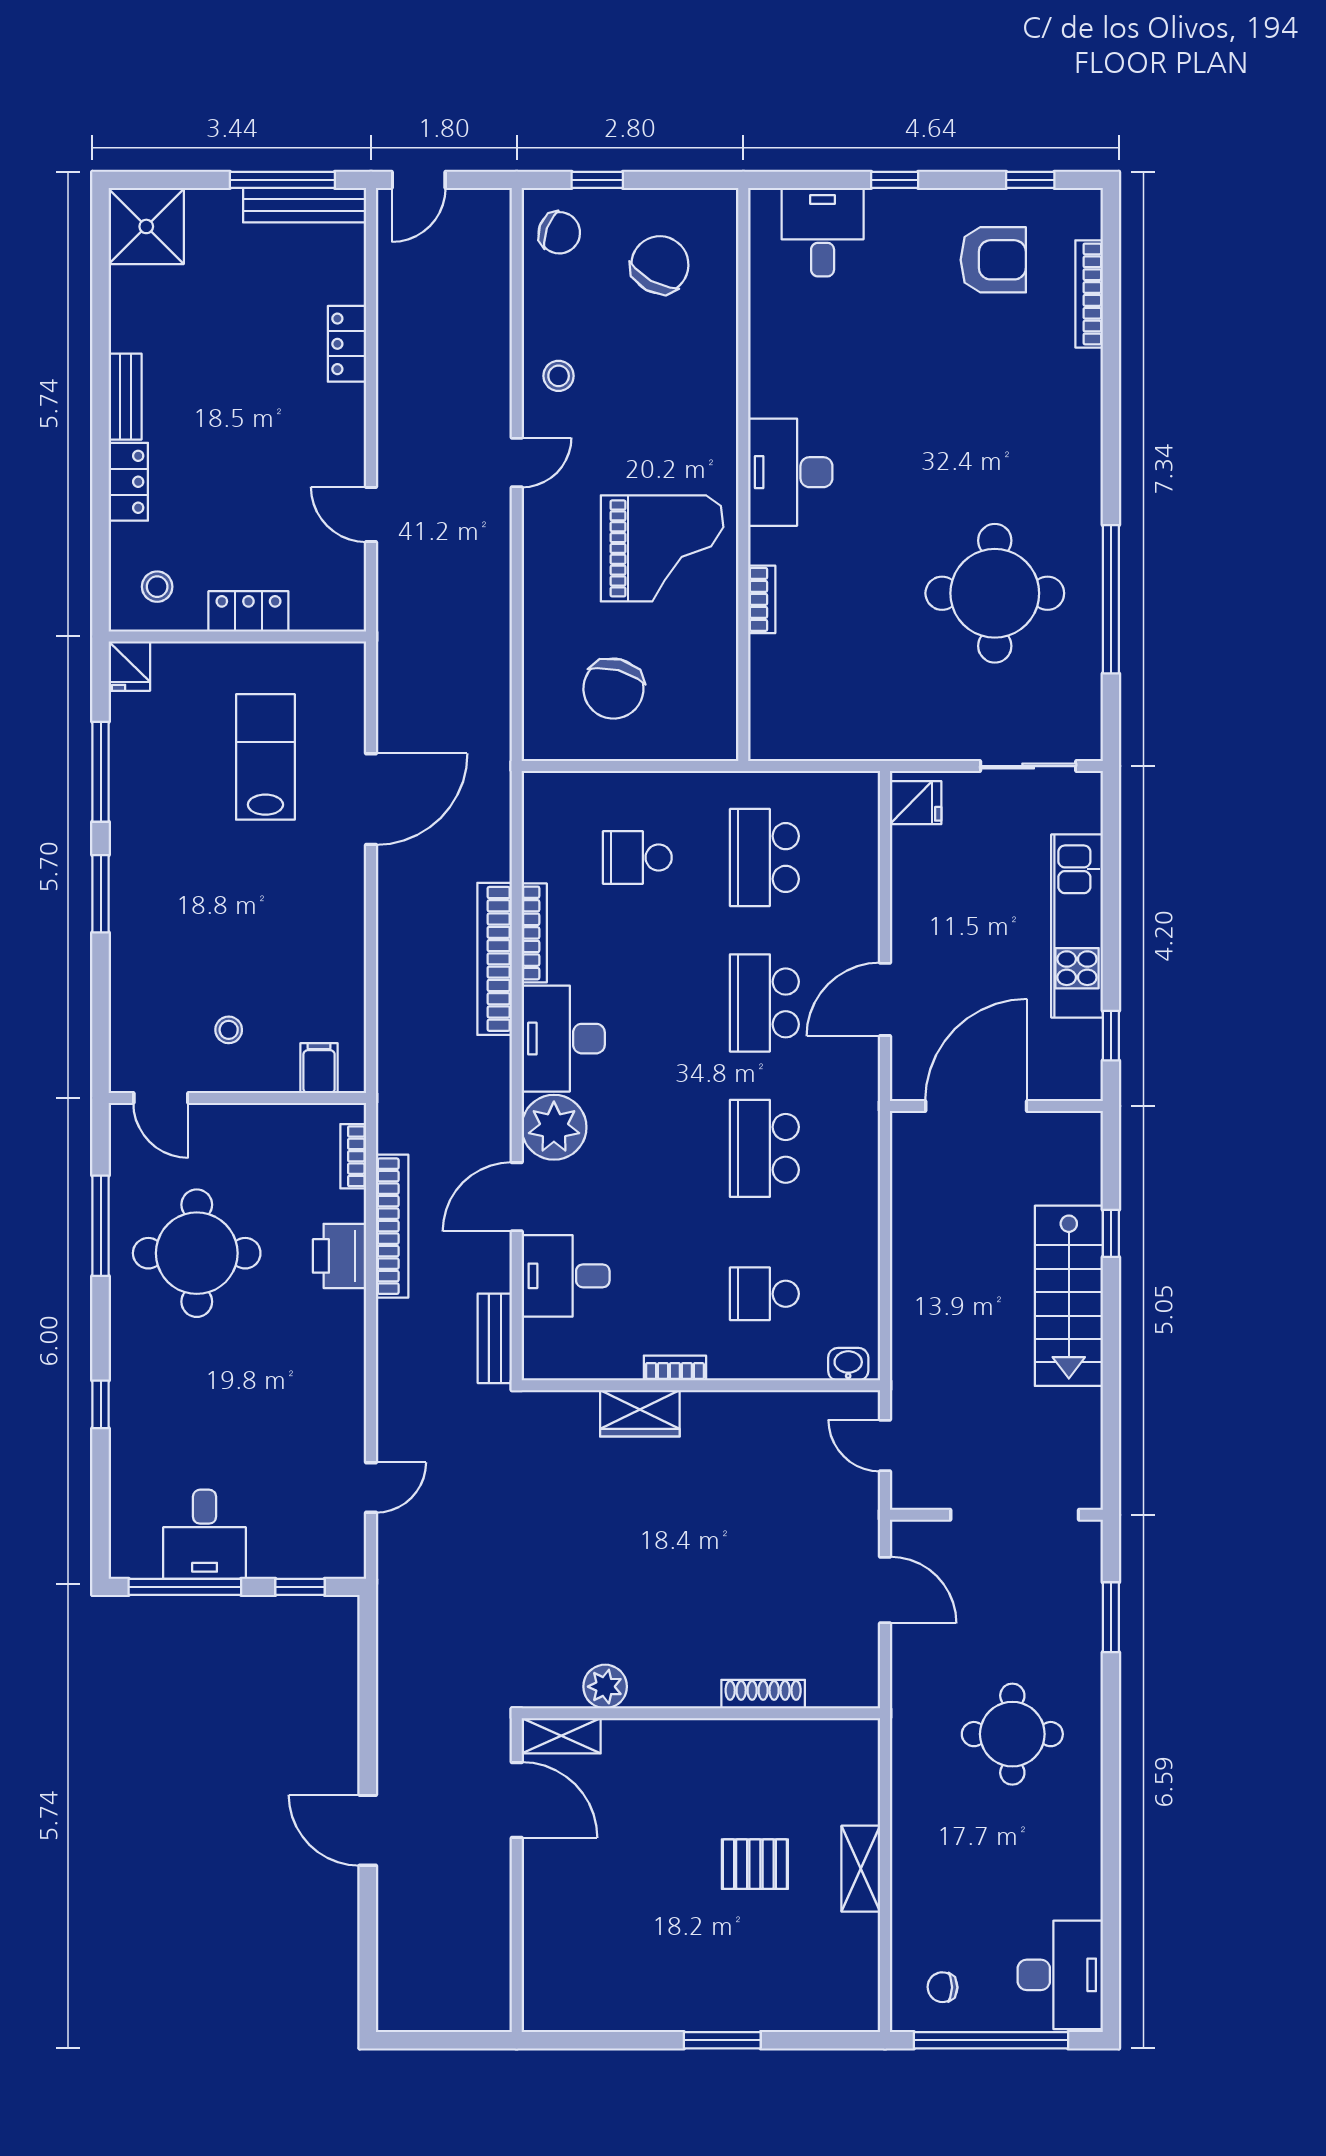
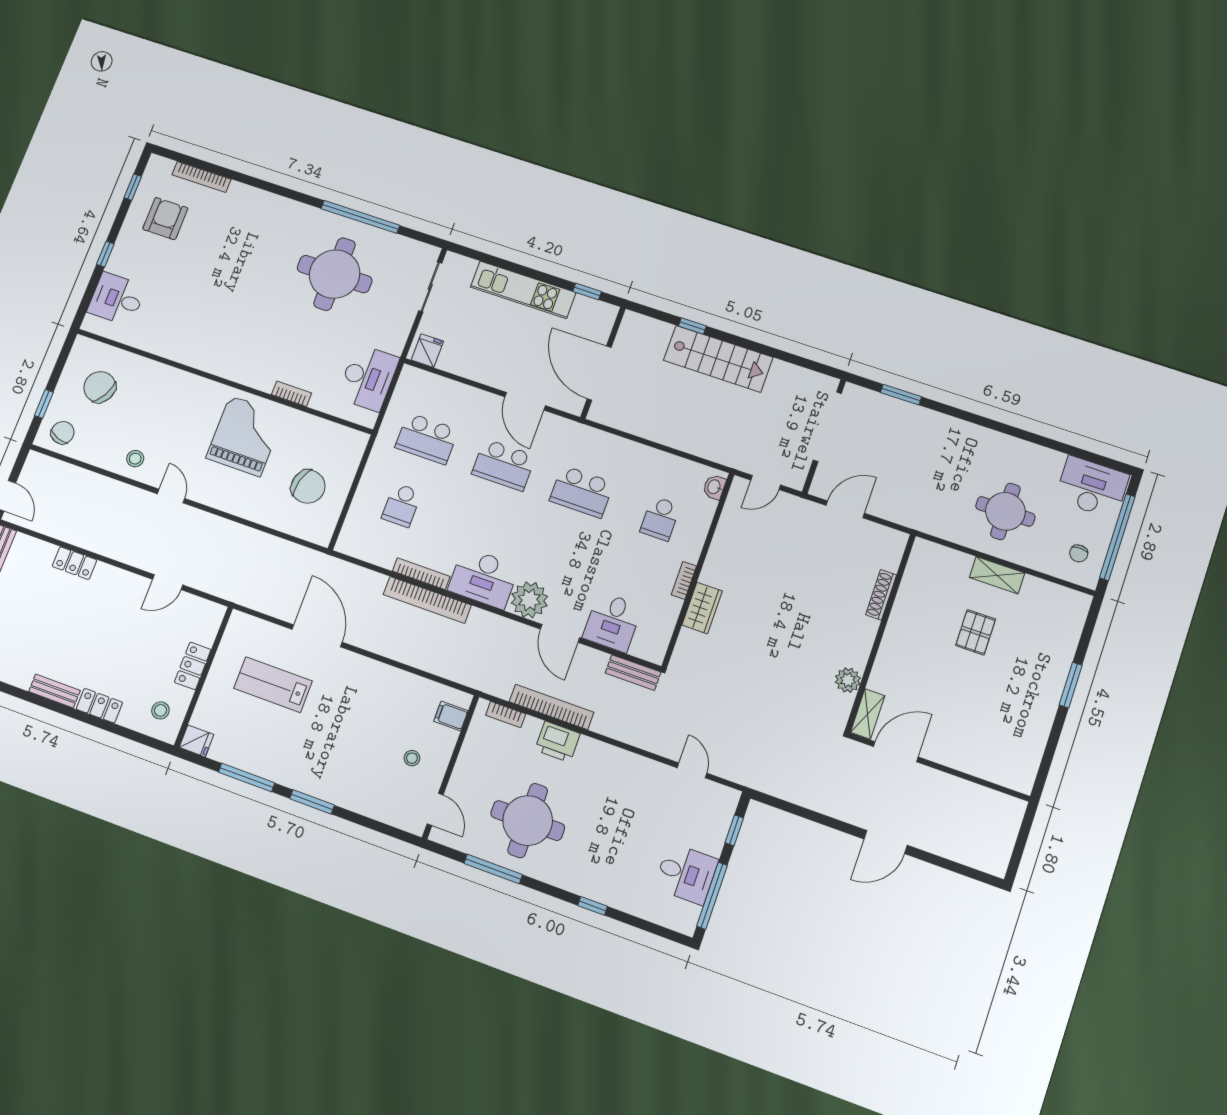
desk: (790, 472) -> (368, 378), moved, turned -90
door: (161, 1098) -> (435, 809), hinge flipped
round table: (1012, 1734) -> (1005, 511), moved

